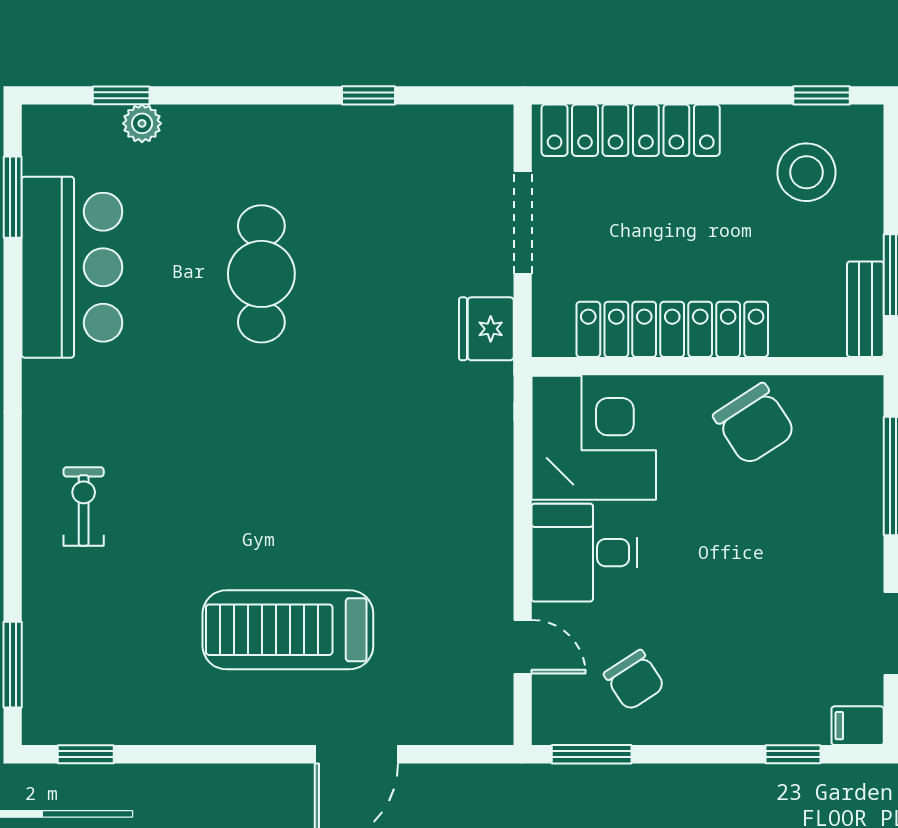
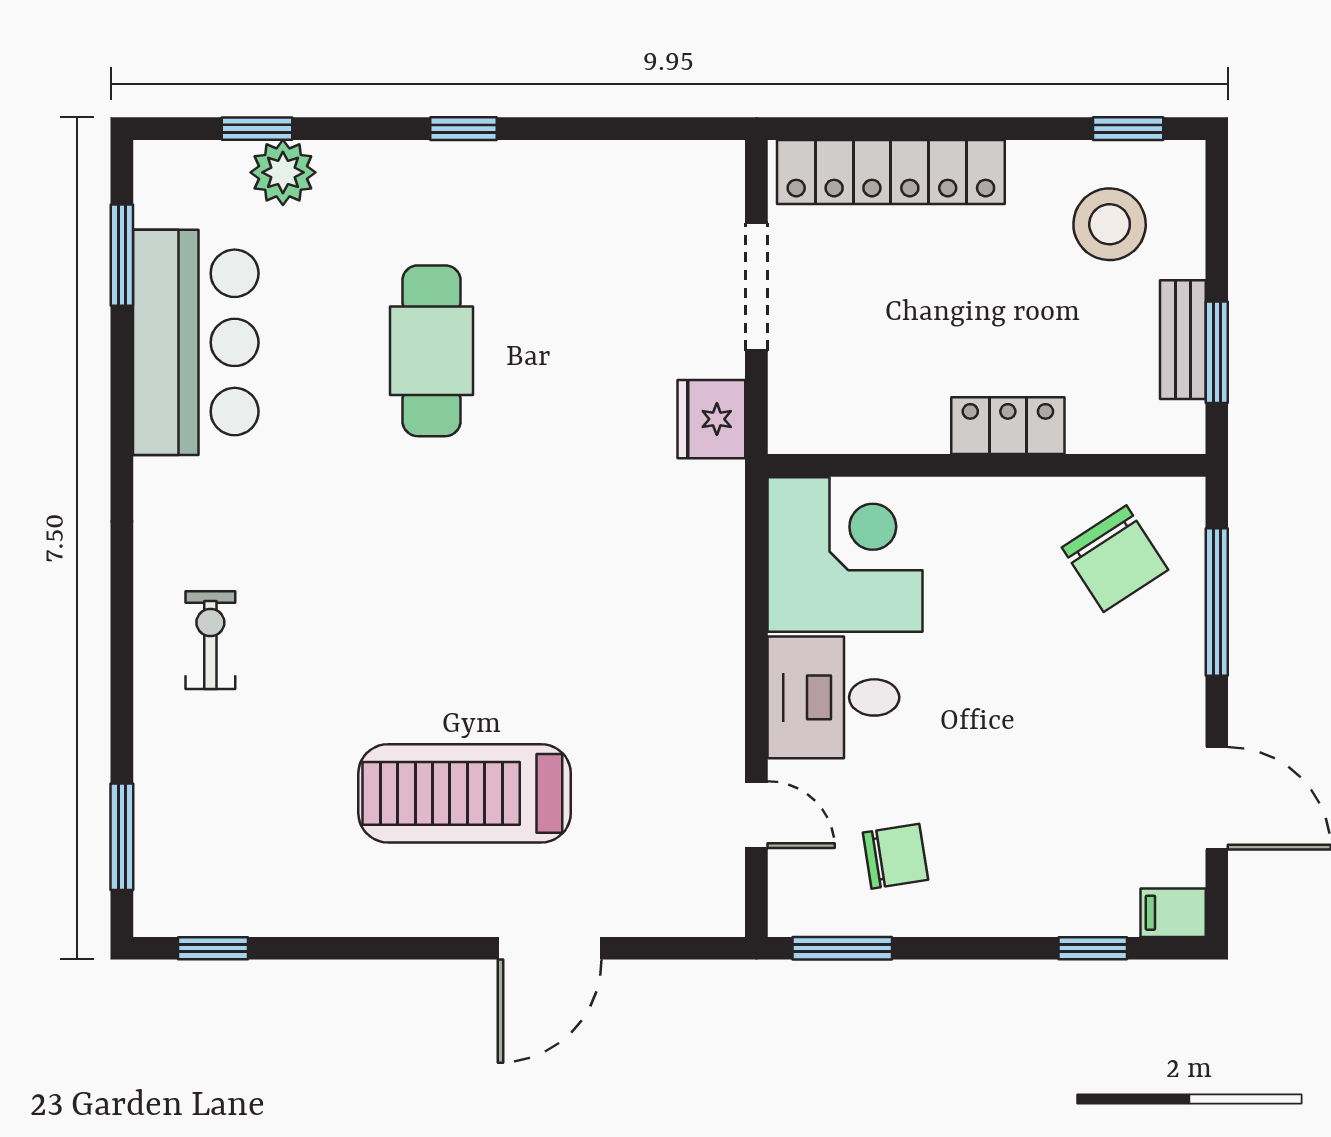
window: (368, 95) -> (463, 129), moved
plant: (142, 123) -> (283, 172), width x1.38, depth x1.38
bench: (865, 309) -> (1183, 340), moved
locker: (672, 329) -> (1008, 426), width x0.46, depth x0.83
chair: (754, 424) -> (1115, 559), moved
chair: (634, 680) -> (895, 856), turned -66

